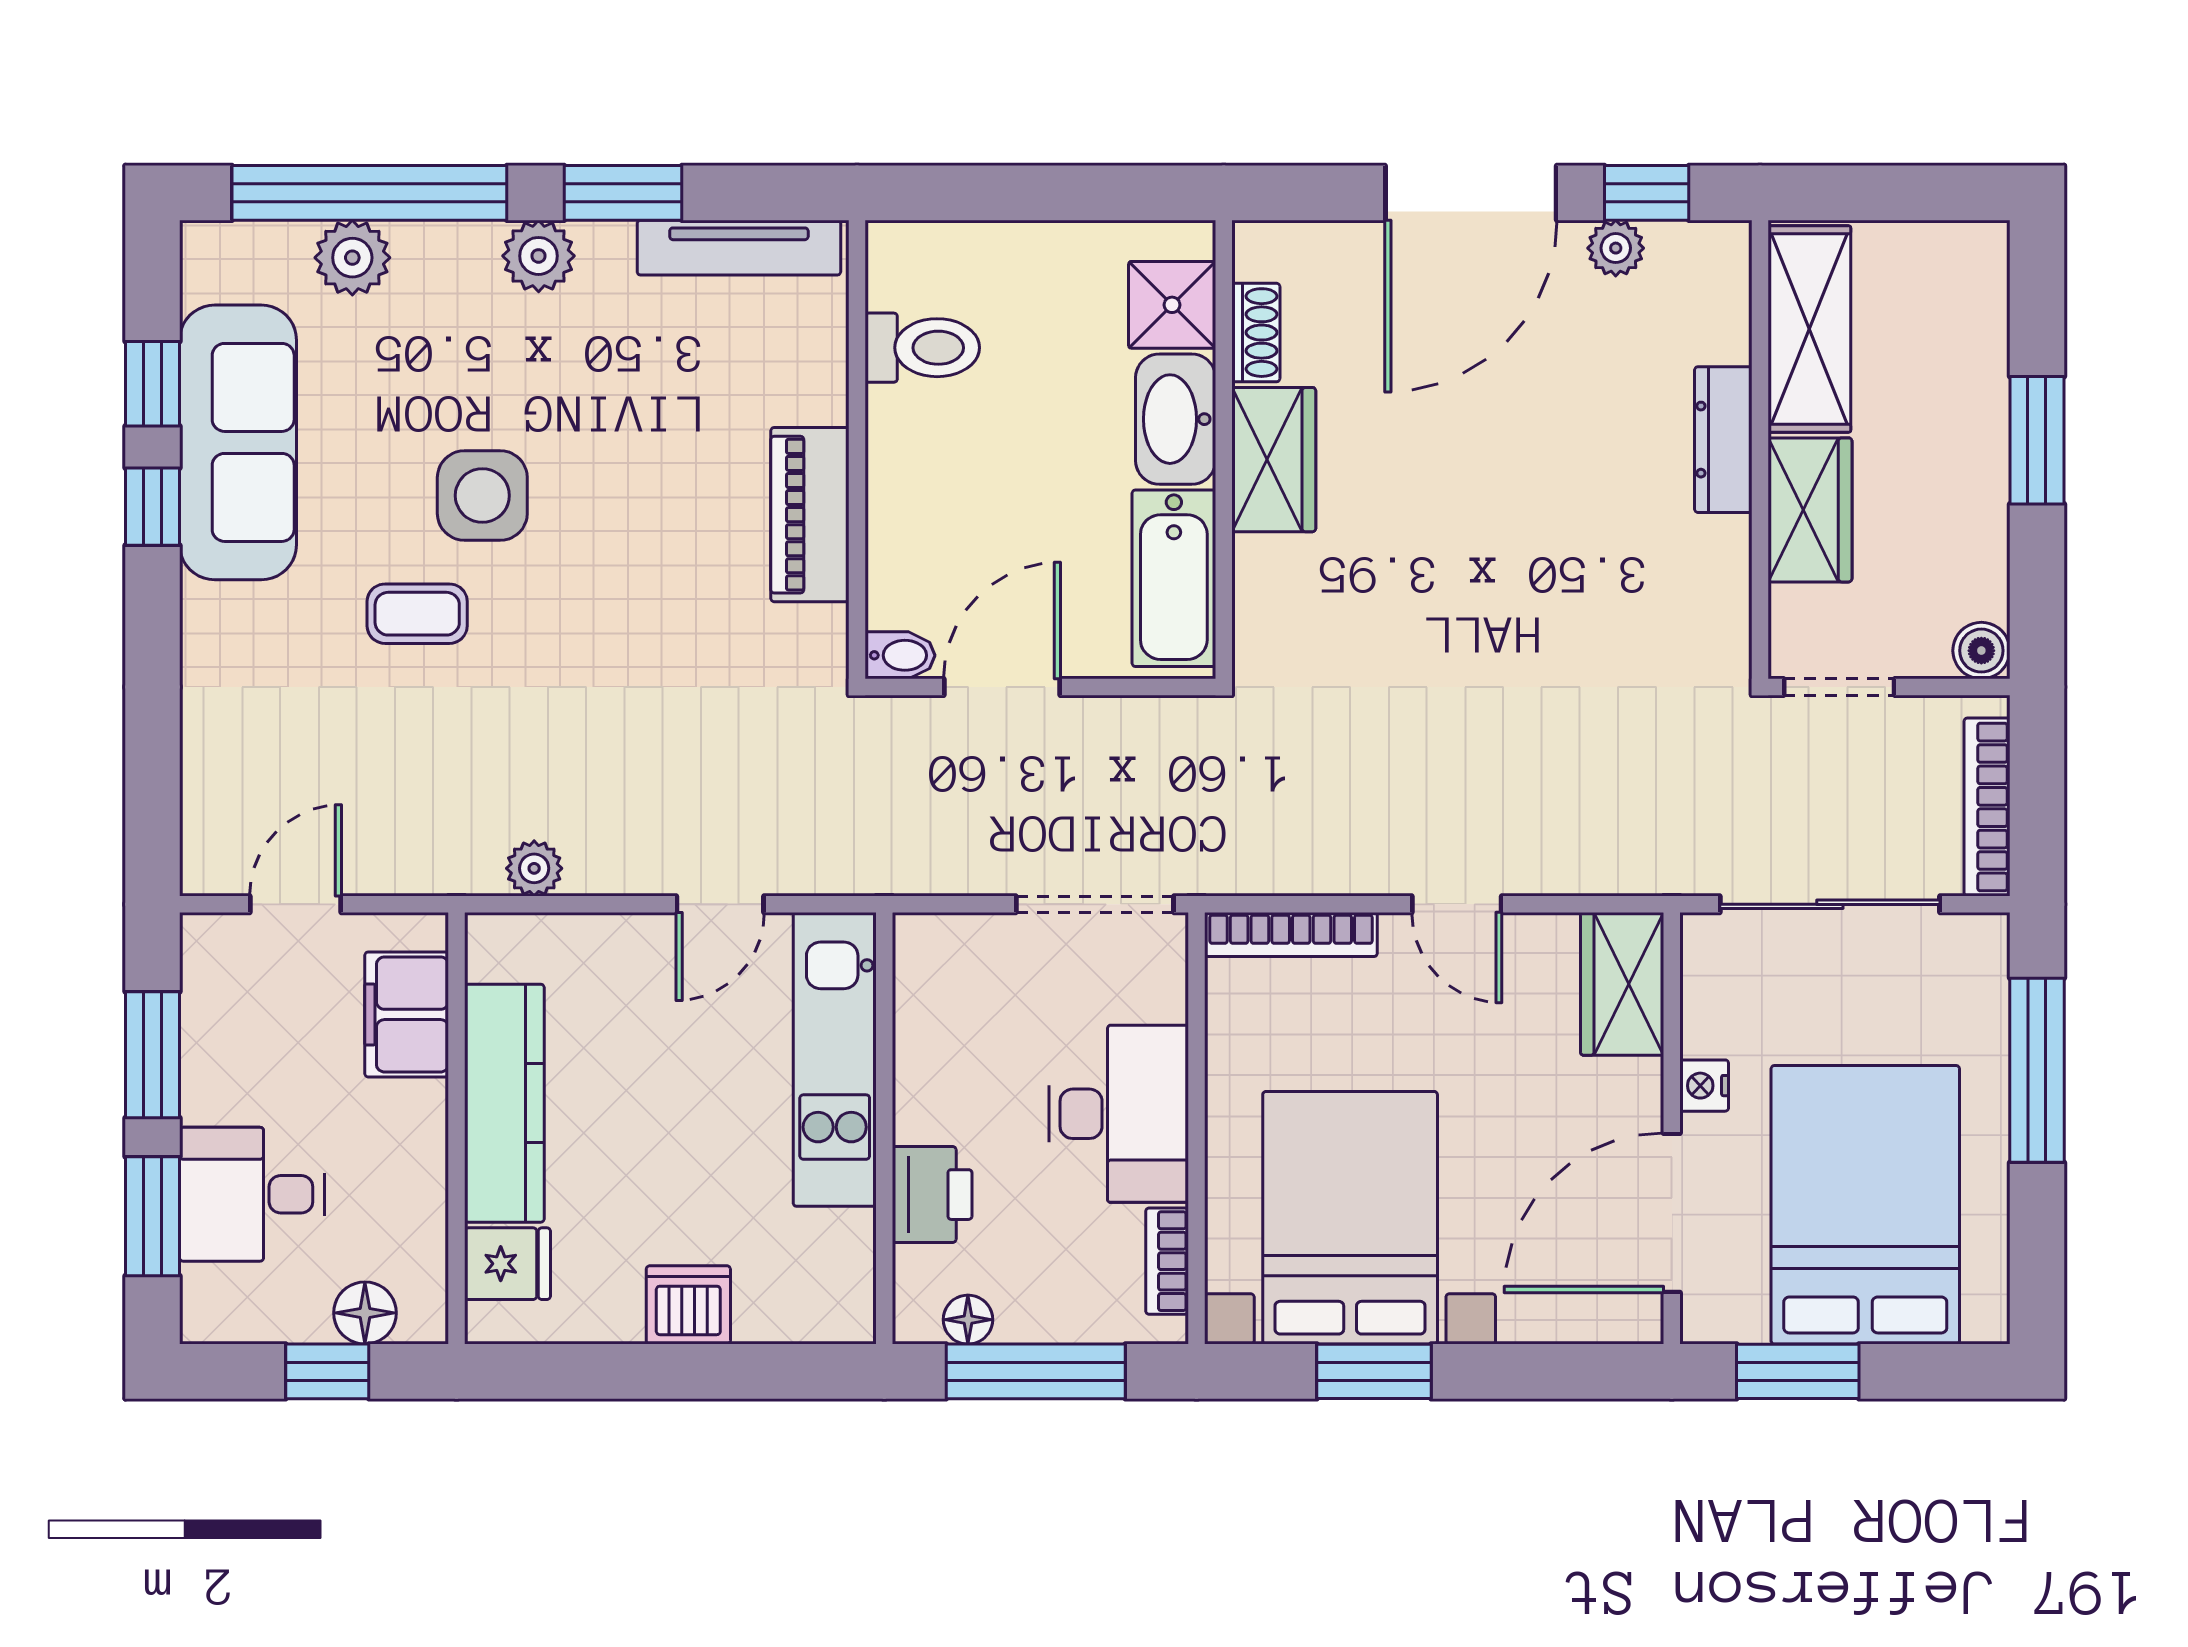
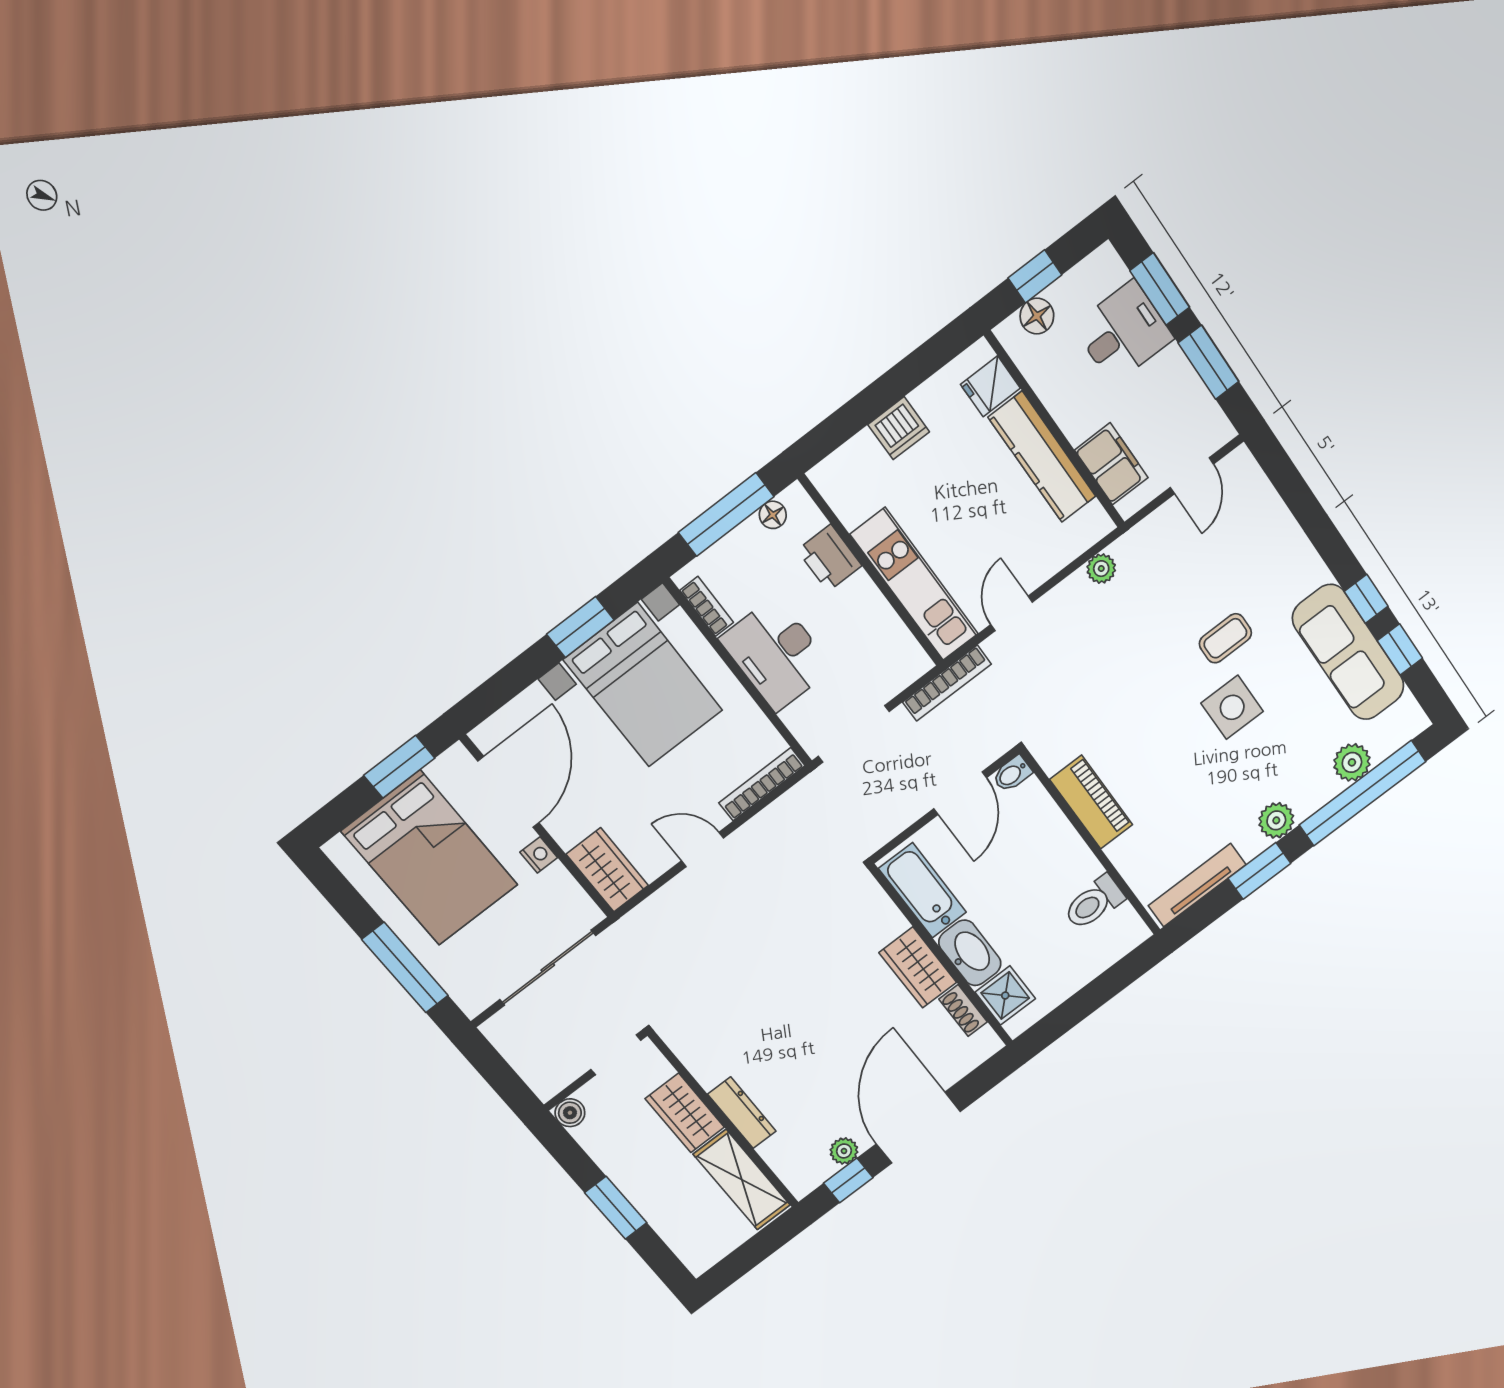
bookcase: (1987, 807) -> (947, 683), moved, turned 90

